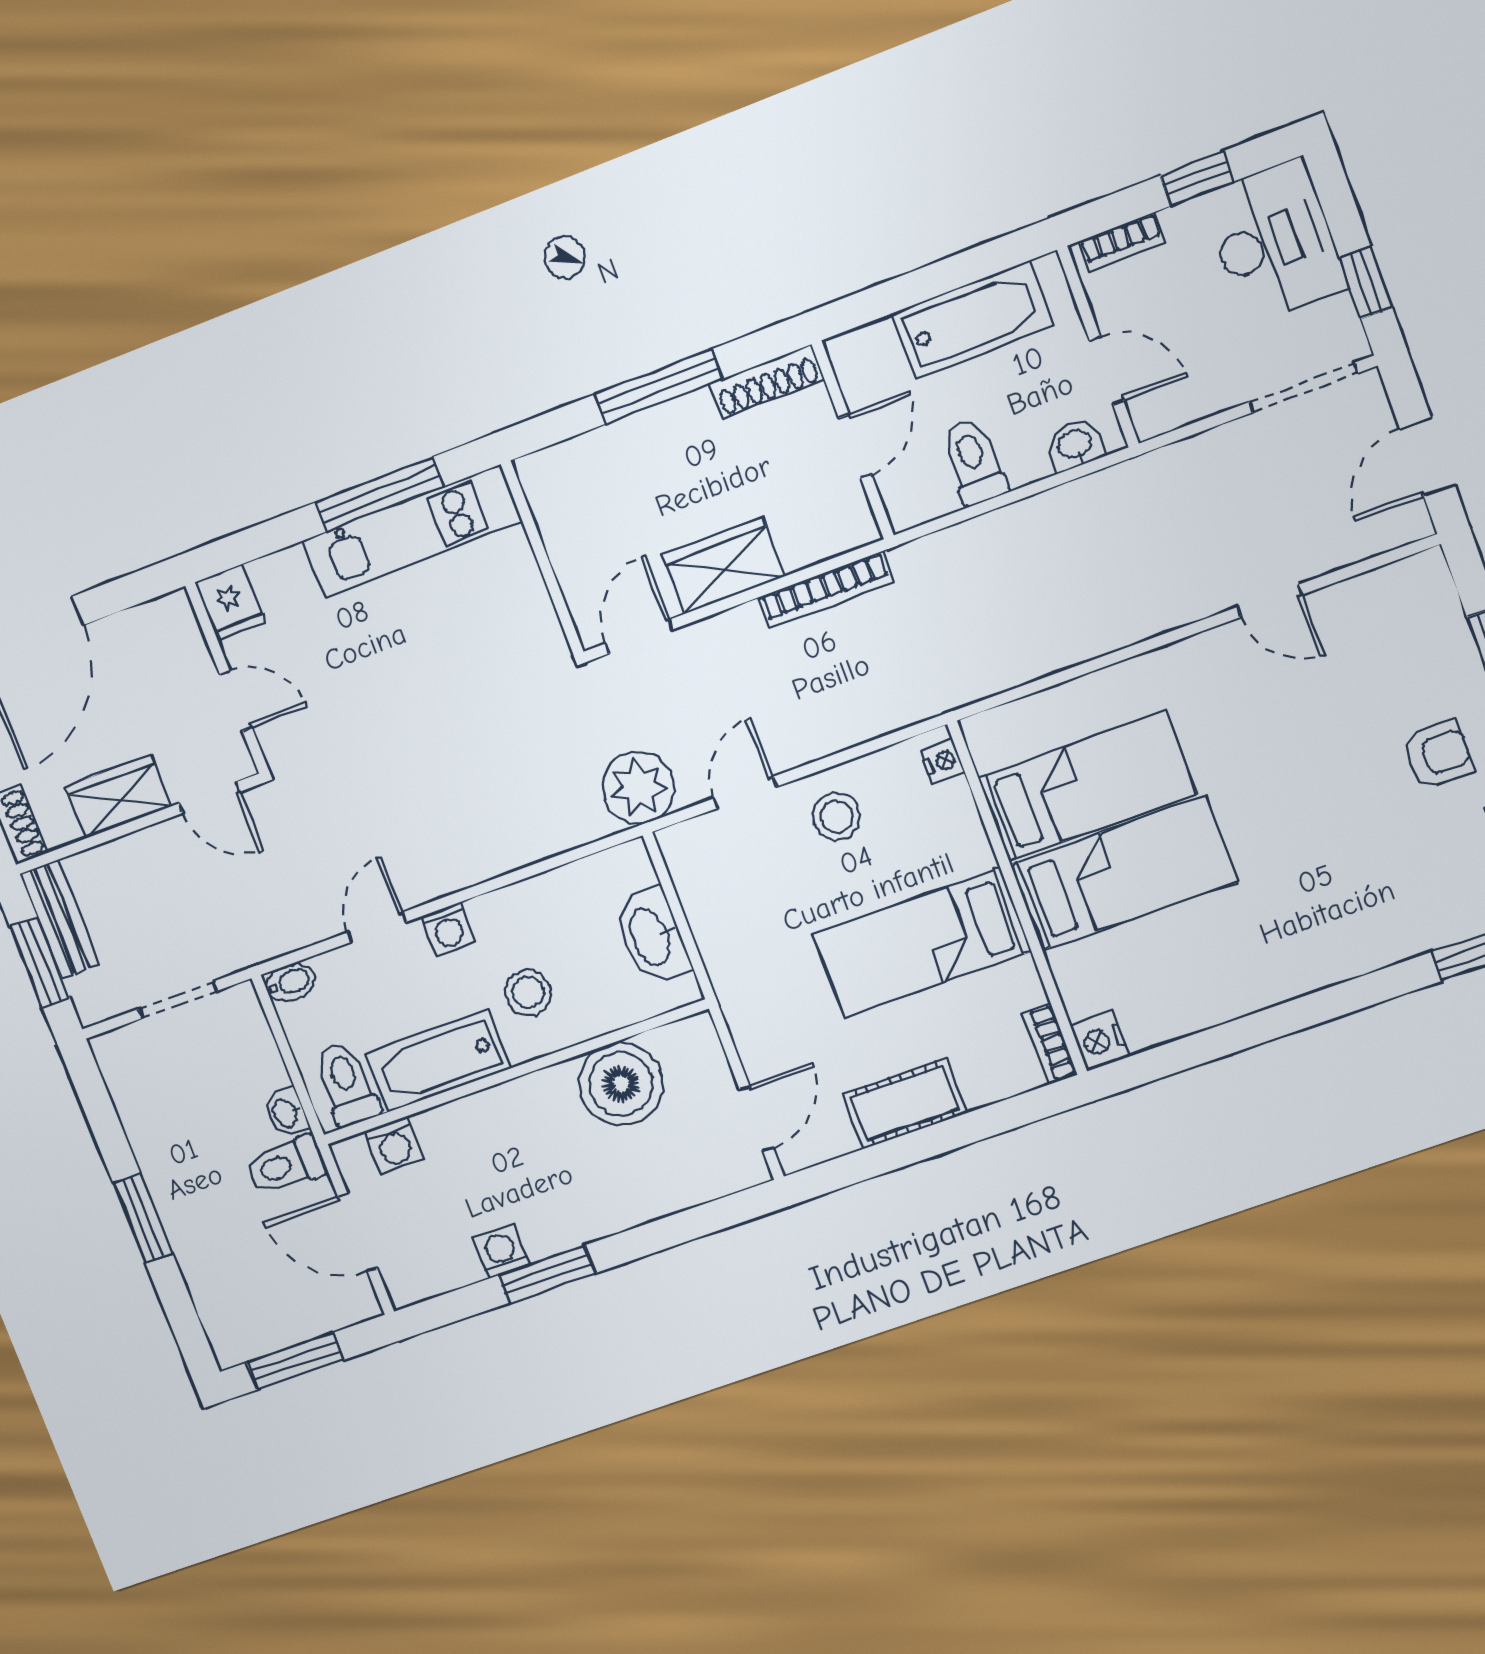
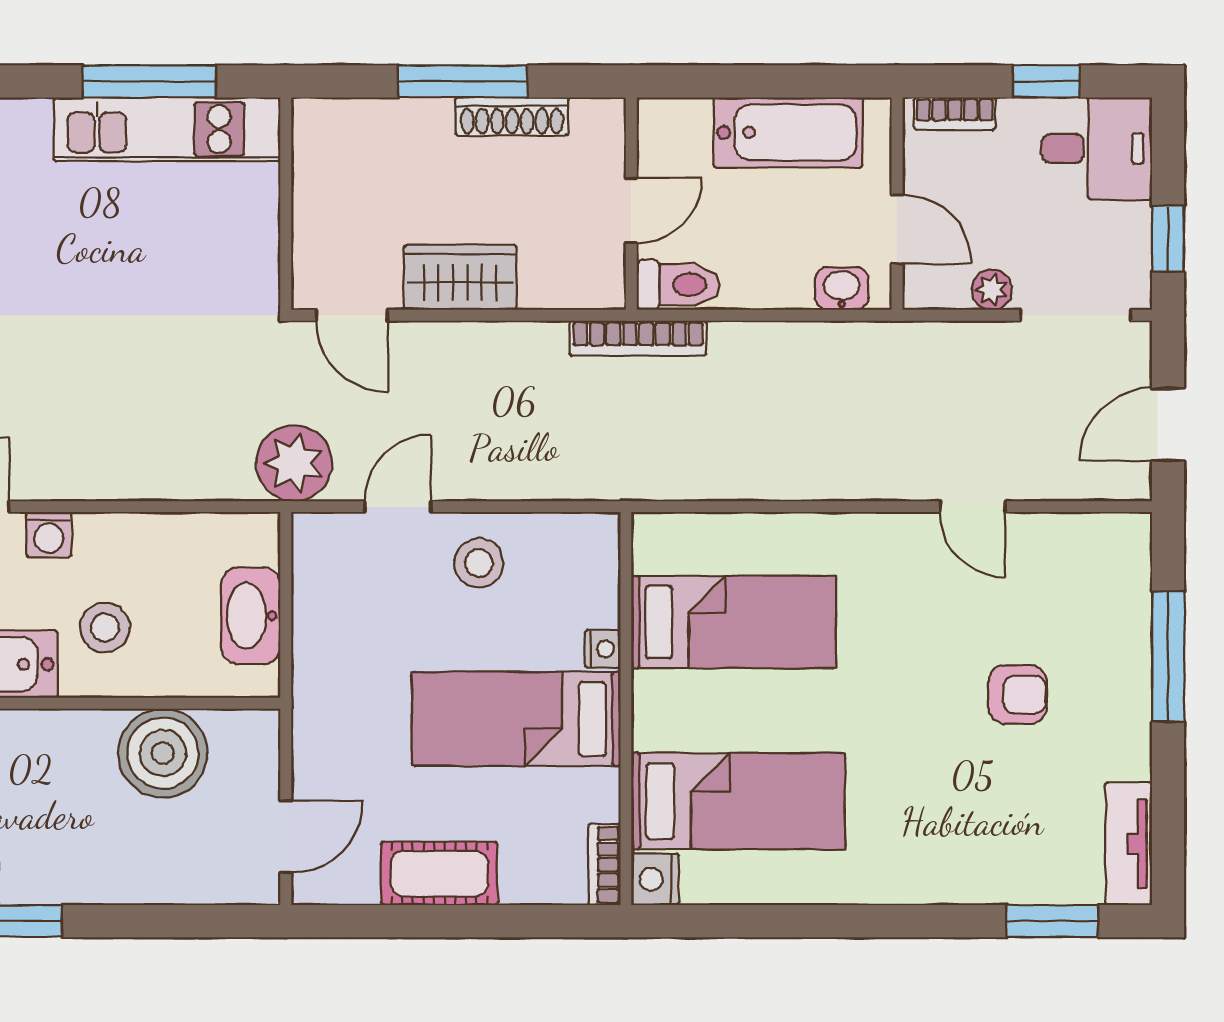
desk: (1274, 241) -> (1097, 149), width x0.73
shoe rack: (767, 382) -> (512, 117), moved
plant: (1216, 393) -> (992, 290), added
toilet: (974, 462) -> (678, 285), moved, turned 90
bookcase: (826, 590) -> (638, 338), moved
door: (639, 636) -> (352, 315), swing flipped
armchair: (1438, 755) -> (1018, 695), moved
nightstand: (943, 761) -> (603, 649), moved
bed: (1124, 873) -> (738, 801), moved

